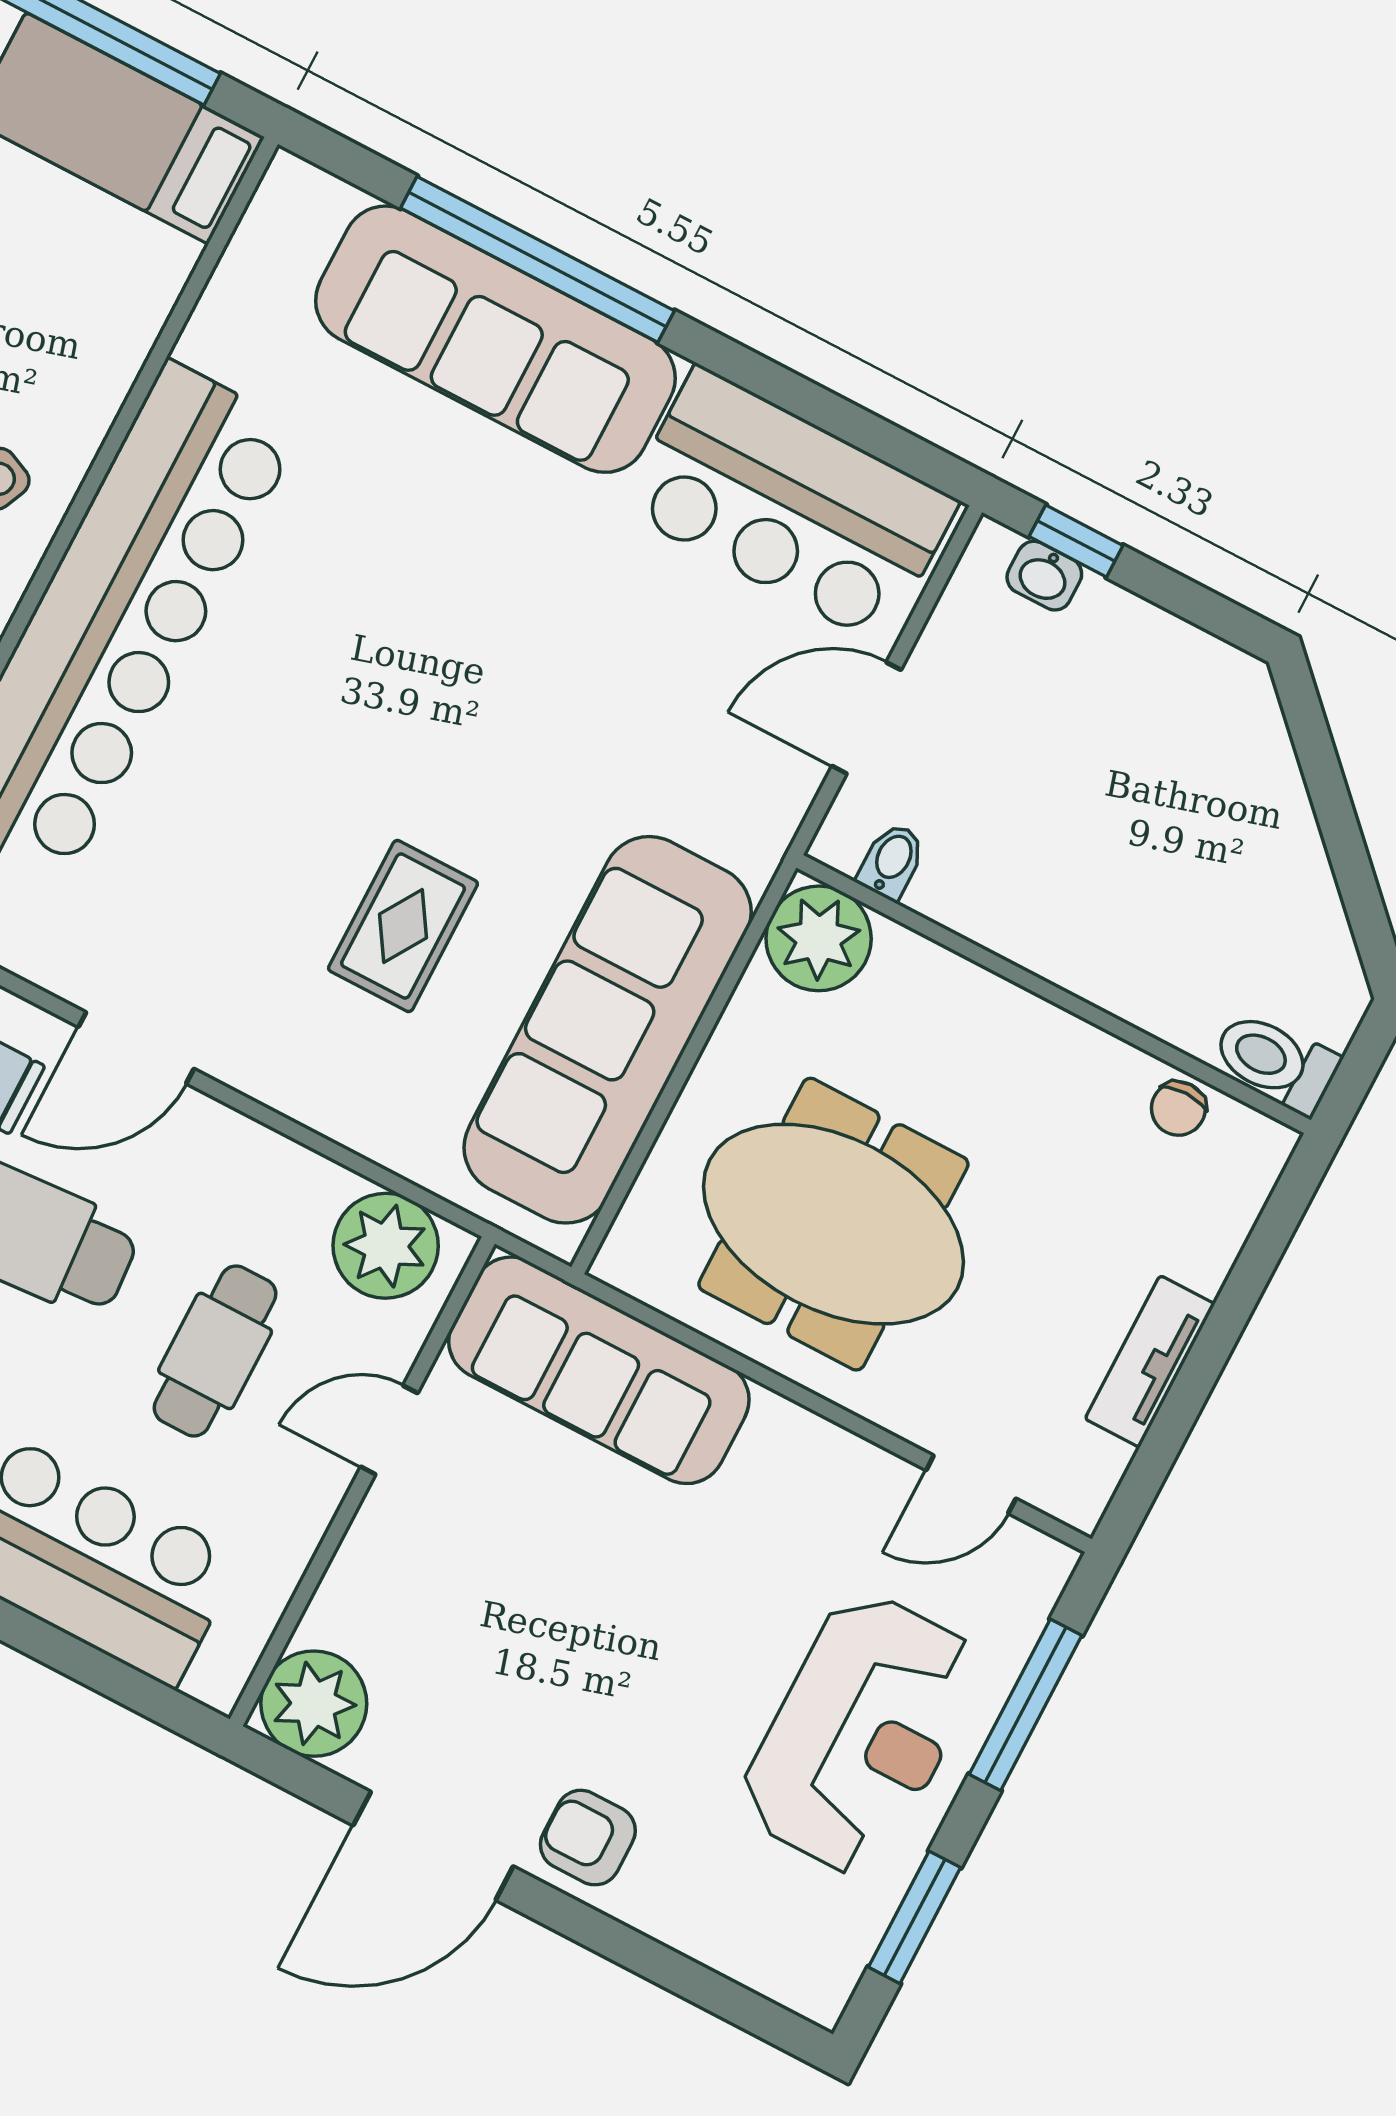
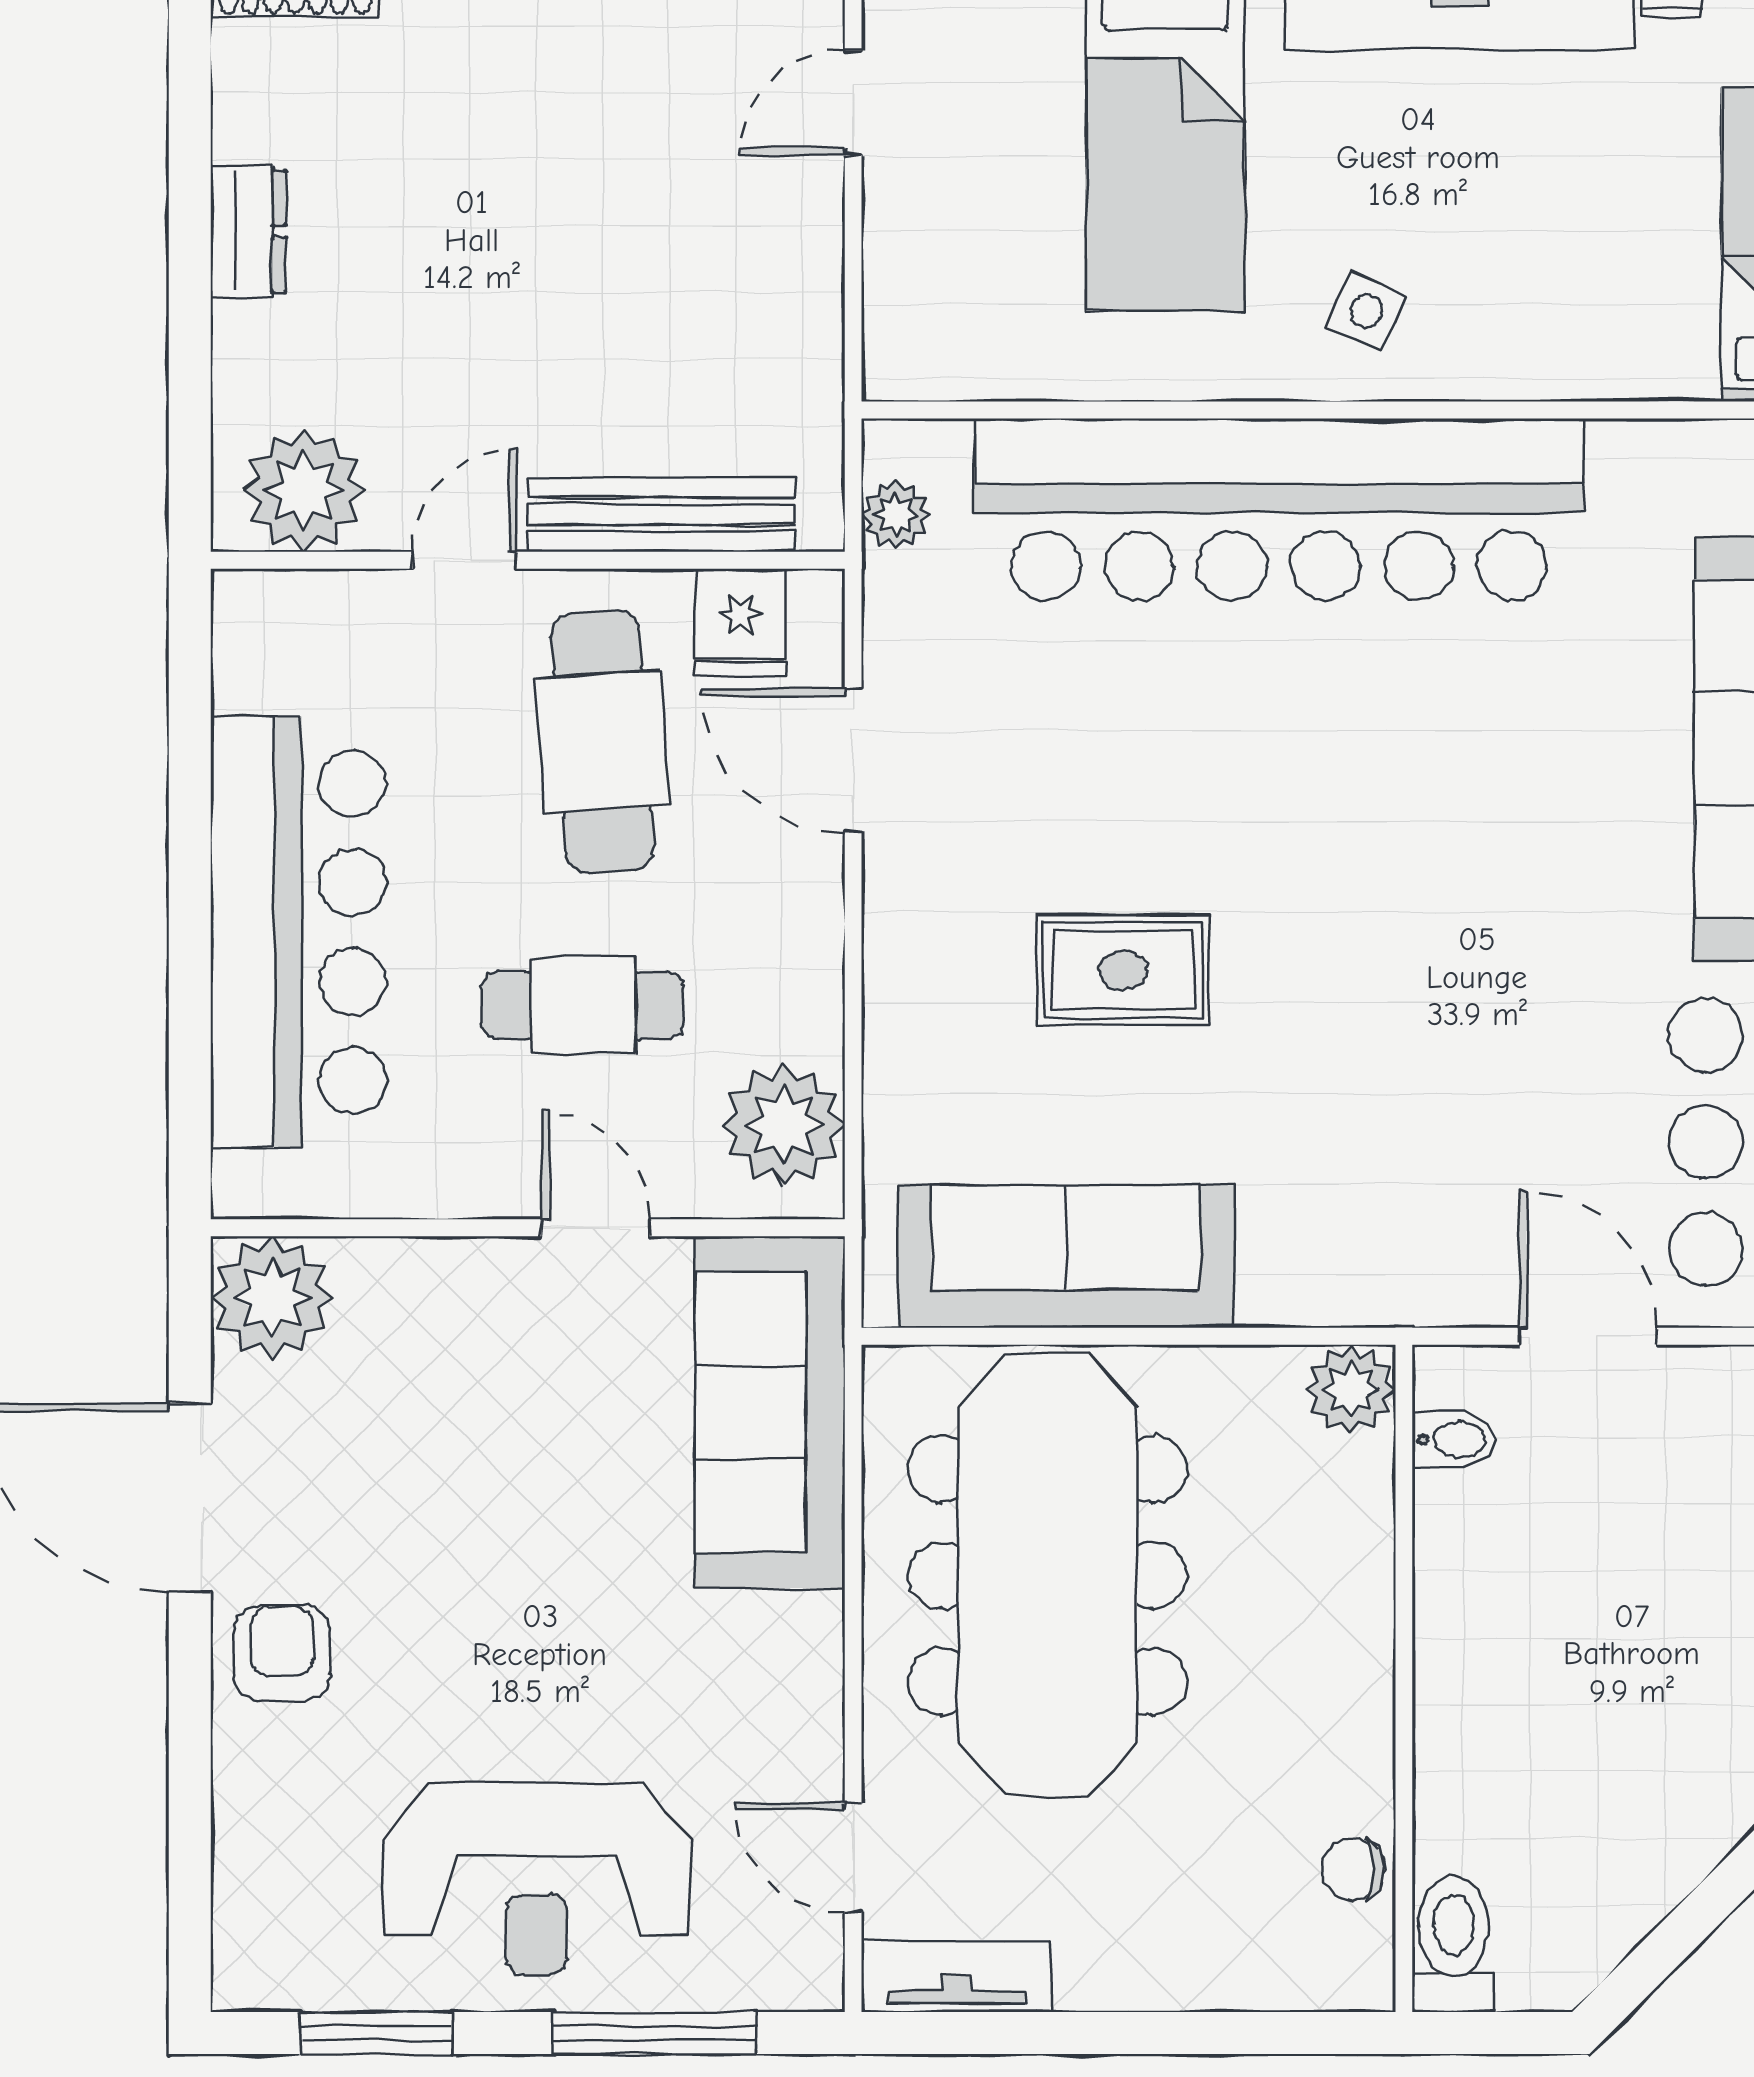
plant: (819, 938) -> (1351, 1389), width x0.73, depth x0.73
sofa: (608, 1030) -> (1066, 1257), width x0.74, depth x0.79
meeting table: (833, 1224) -> (1048, 1575), width x1.36
tv unit: (1150, 1361) -> (956, 1976), moved

